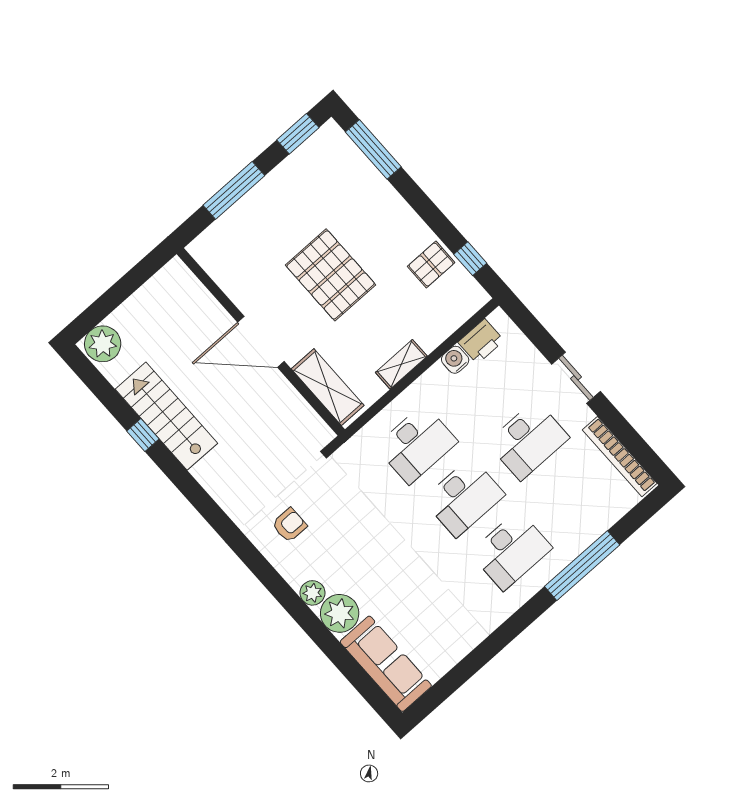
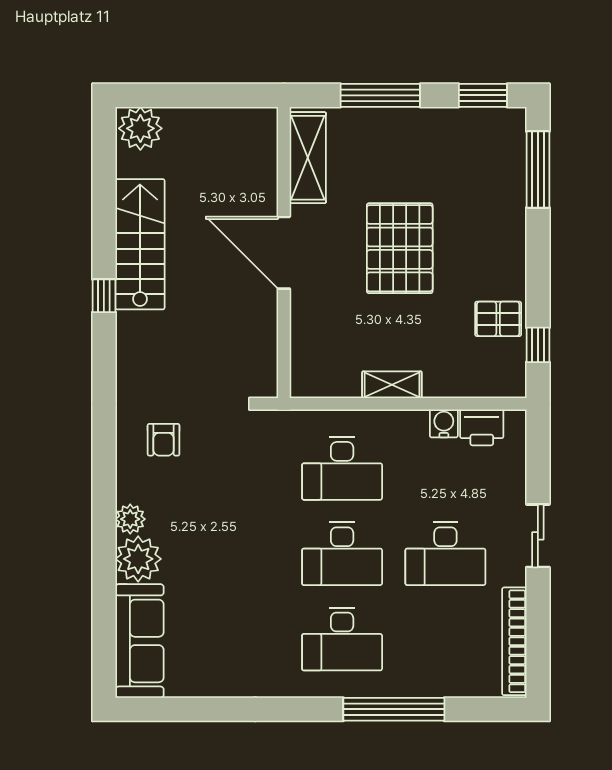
shelving: (328, 387) -> (308, 158), moved
window: (143, 435) -> (104, 296), moved
armchair: (289, 525) -> (164, 440), turned 90

